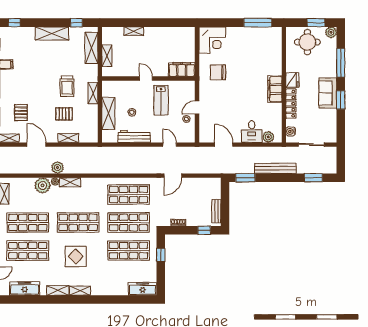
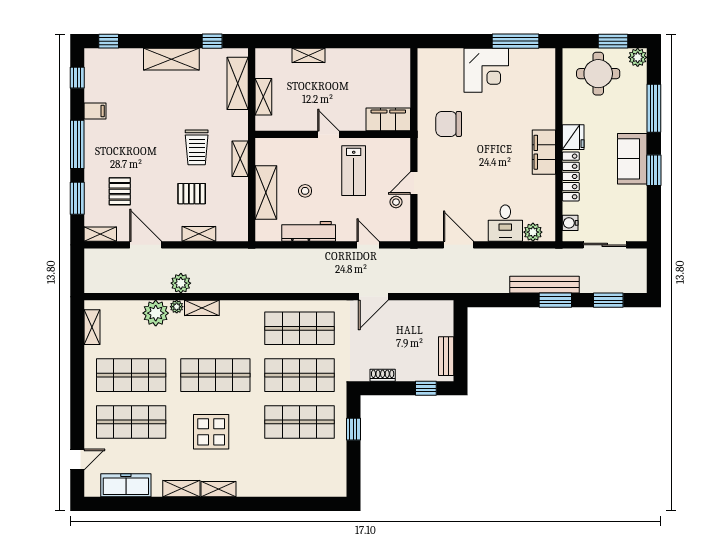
corner desk: (212, 40) -> (486, 70), moved
window: (245, 178) -> (555, 300), moved
freezer: (143, 289) -> (323, 486), removed

